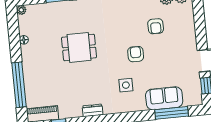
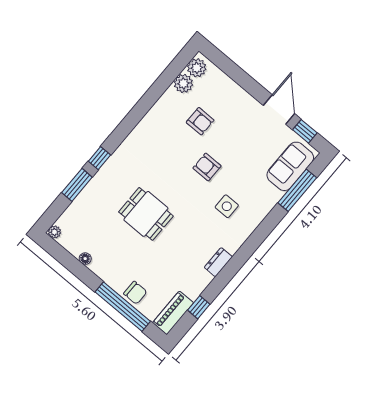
dining table: (79, 47) -> (146, 214), turned 90
chair: (33, 84) -> (135, 293), added
sofa: (164, 98) -> (290, 166), moved

